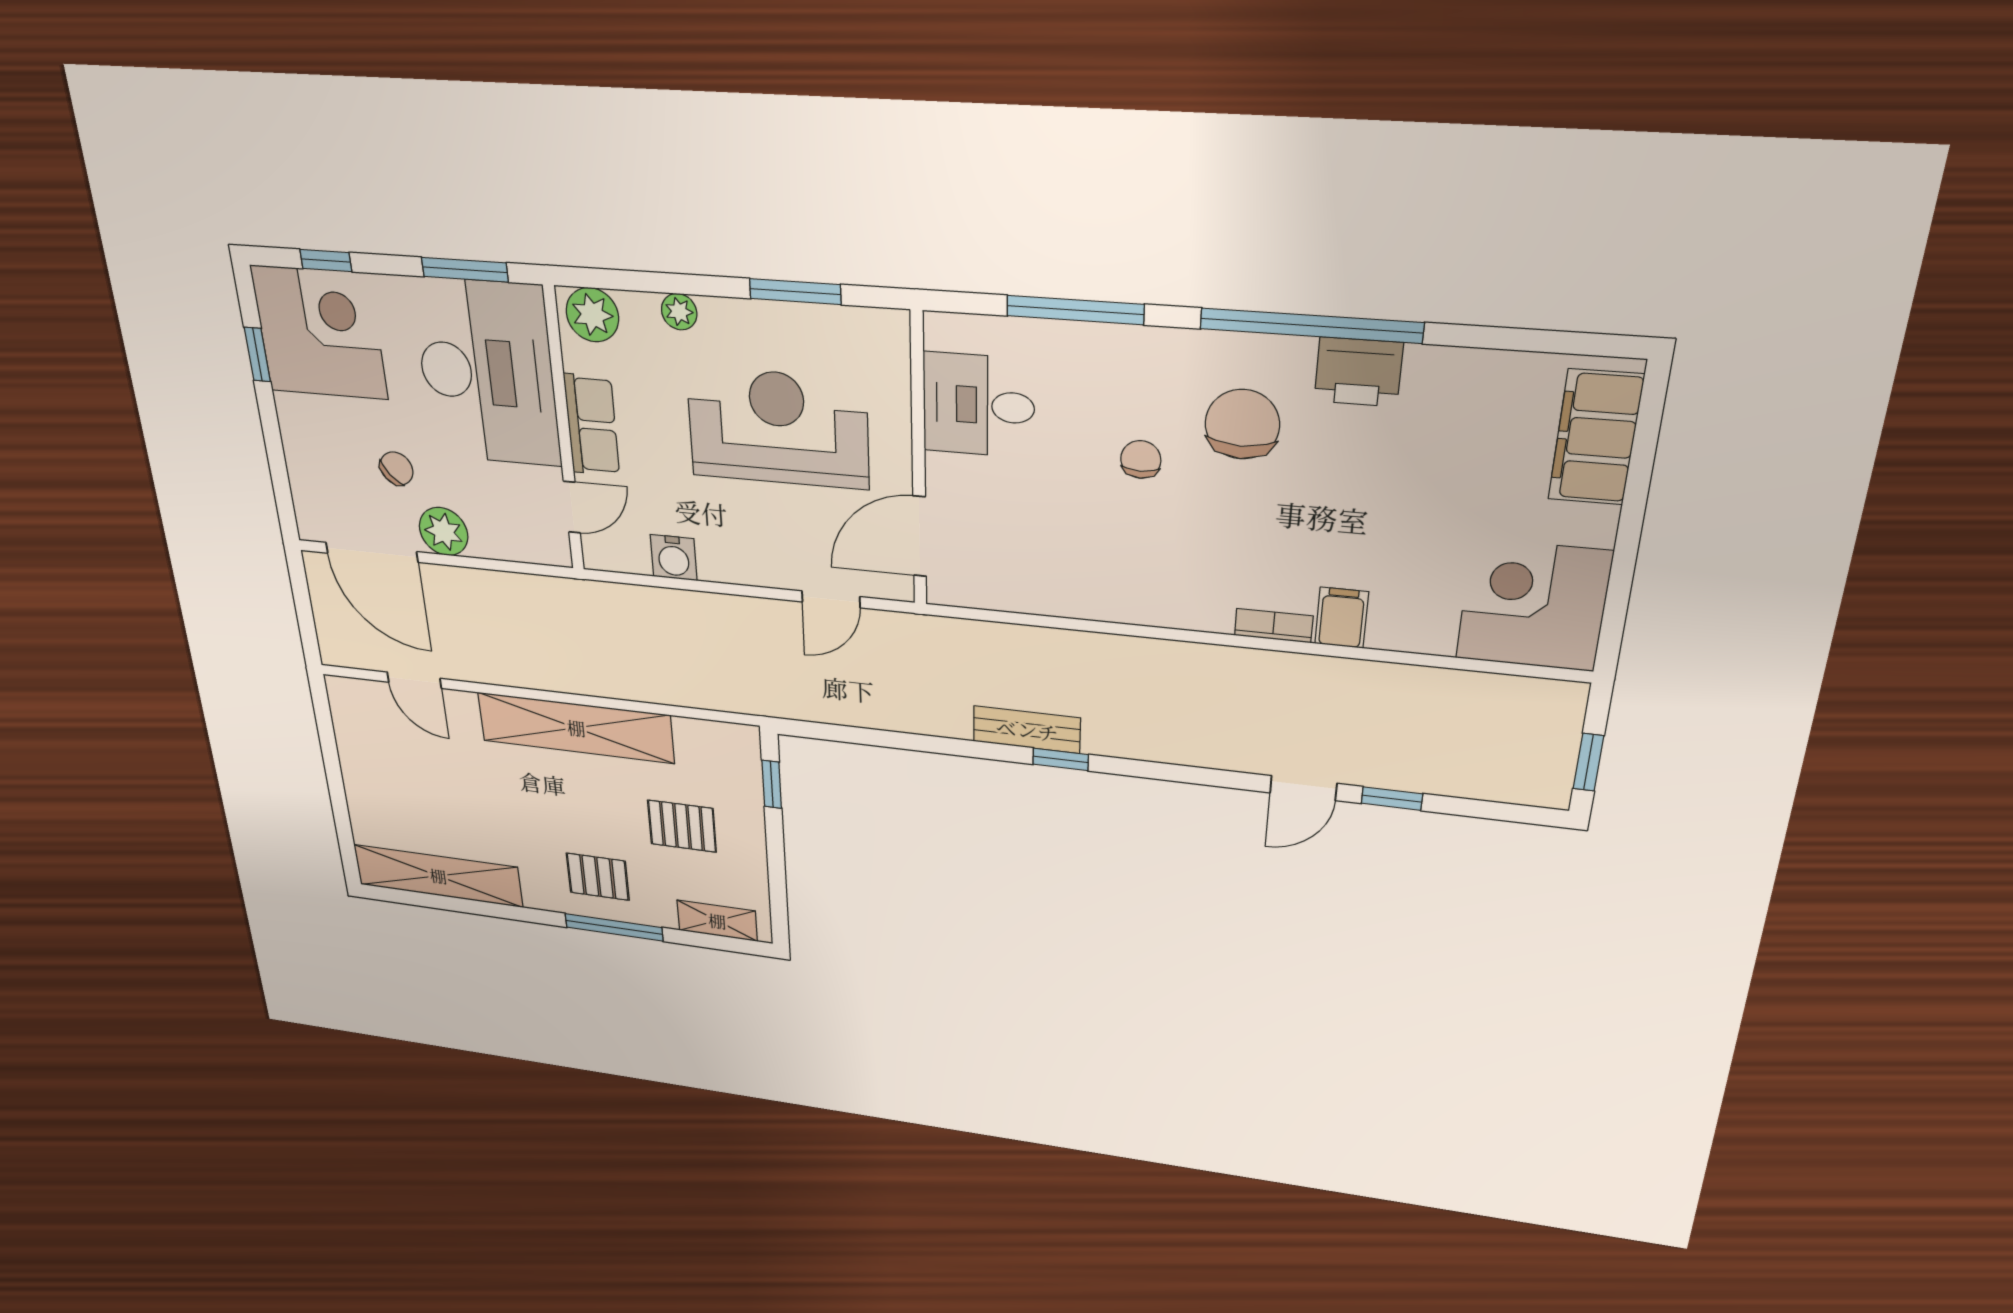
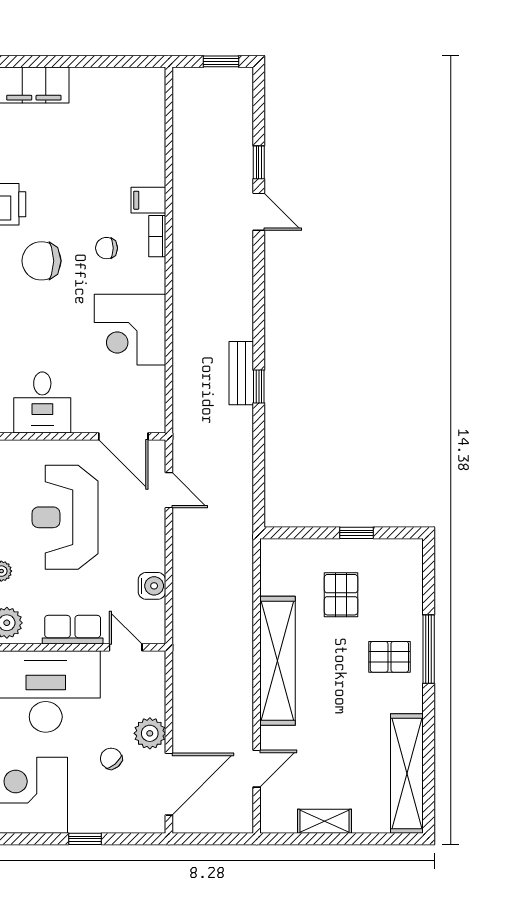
window: (257, 354) -> (85, 839), moved
chair: (1141, 459) -> (106, 248), moved
corner desk: (1533, 605) -> (130, 330), moved
window: (1061, 759) -> (259, 386), moved
window: (772, 784) -> (357, 533), moved
pallet: (598, 877) -> (389, 657), turned 90
shelving: (717, 921) -> (325, 821), moved, turned 90

